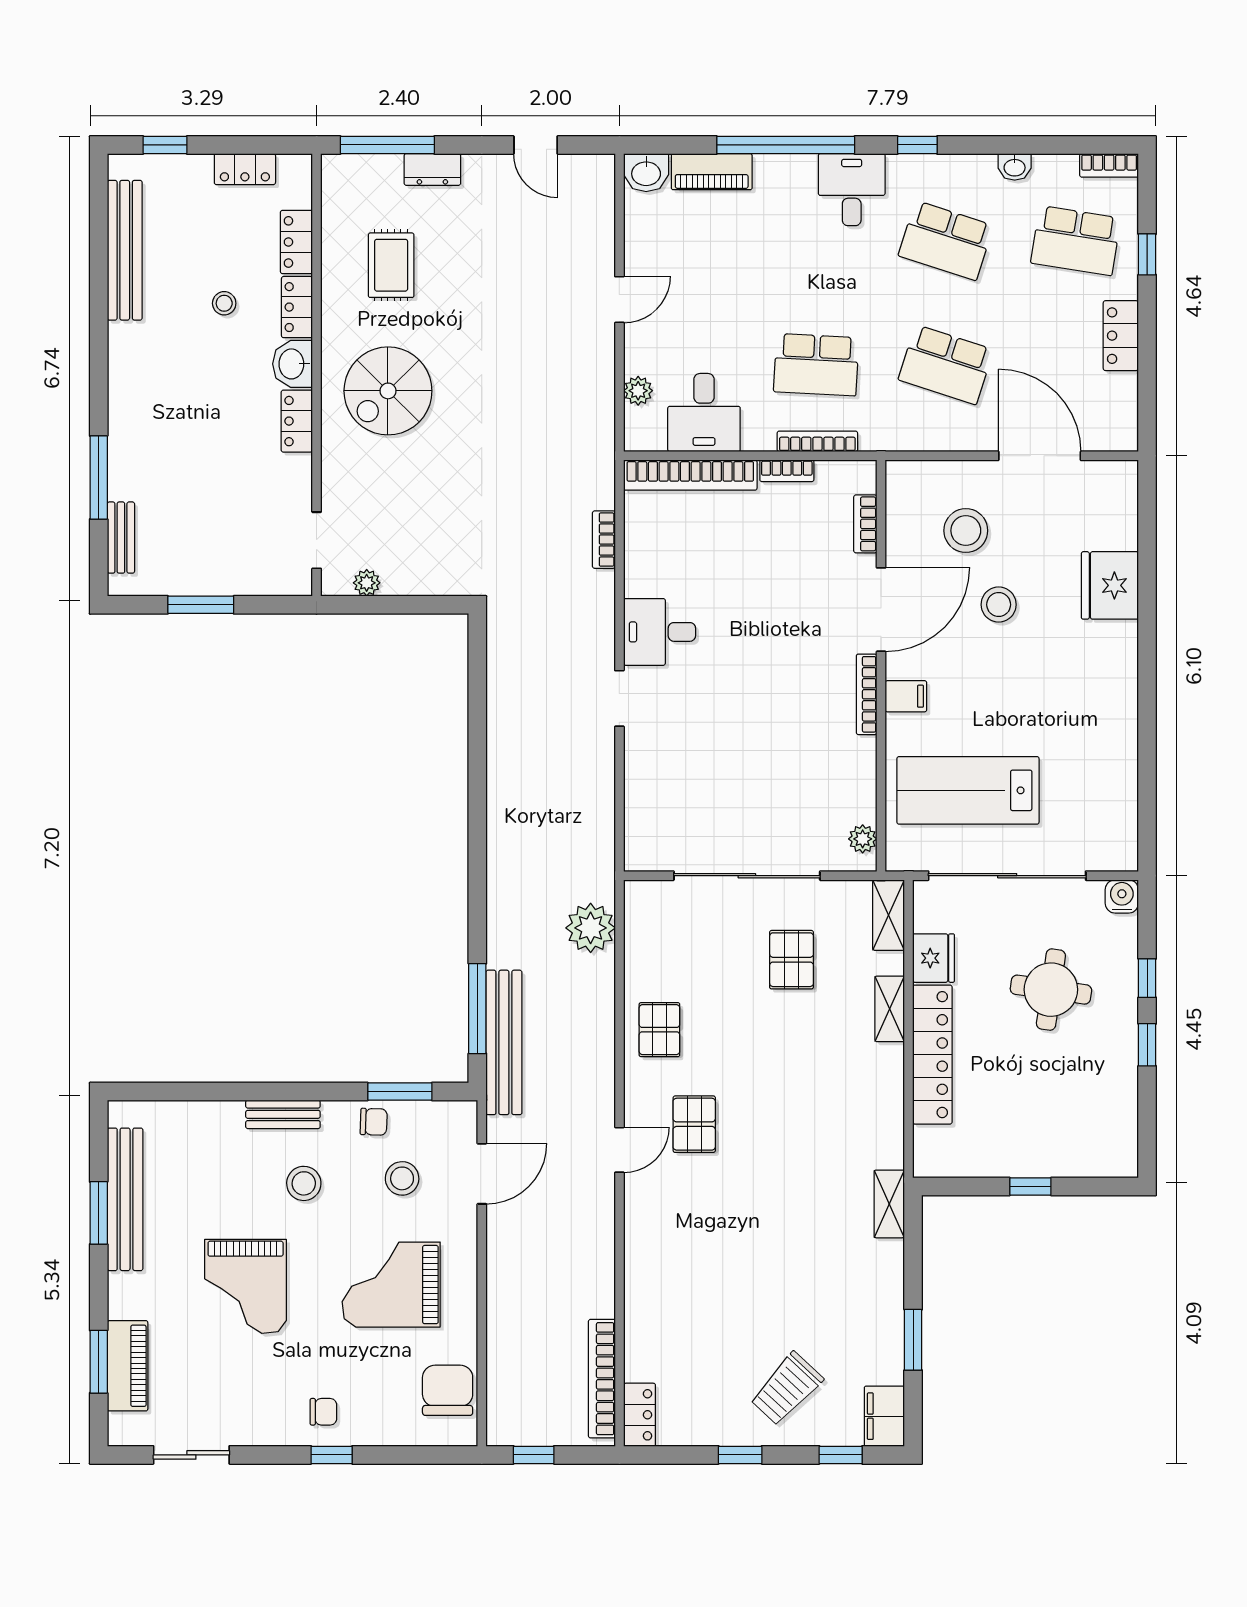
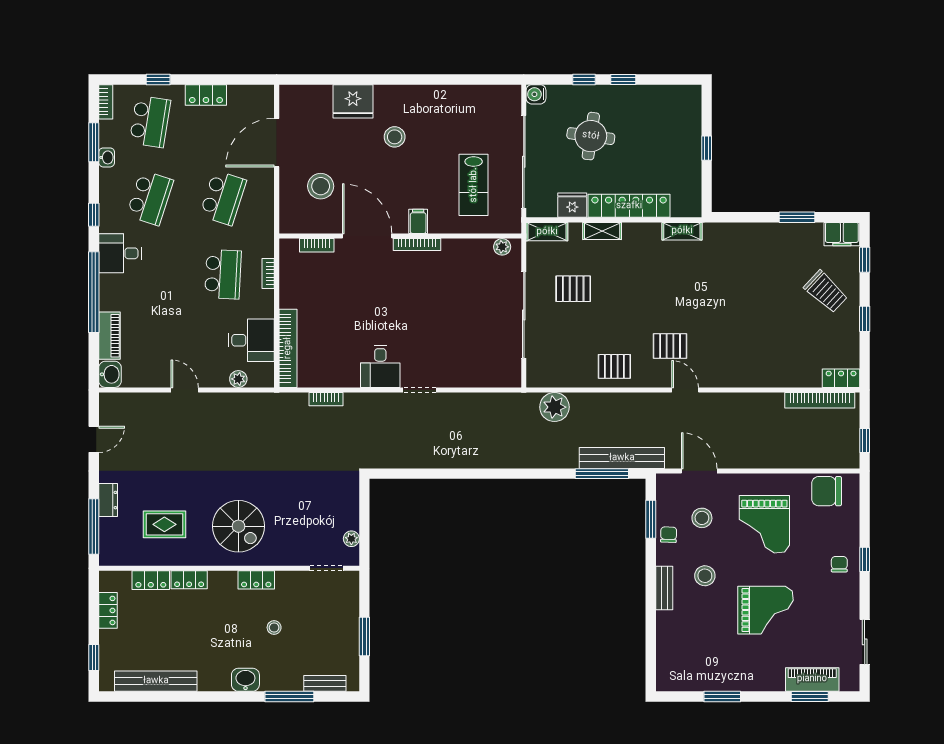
window: (1040, 145) -> (94, 142), added
stool: (224, 303) -> (274, 628), moved
washbasin: (293, 364) -> (245, 680), moved, turned 180
bookcase: (817, 441) -> (268, 273), width x0.64
bookcase: (787, 471) -> (285, 291), removed
stool: (999, 605) -> (395, 137), moved
lab bench: (968, 790) -> (474, 185), width x0.73, depth x0.72
bench: (125, 1199) -> (714, 681), removed
shelving: (889, 1204) -> (682, 231), moved

